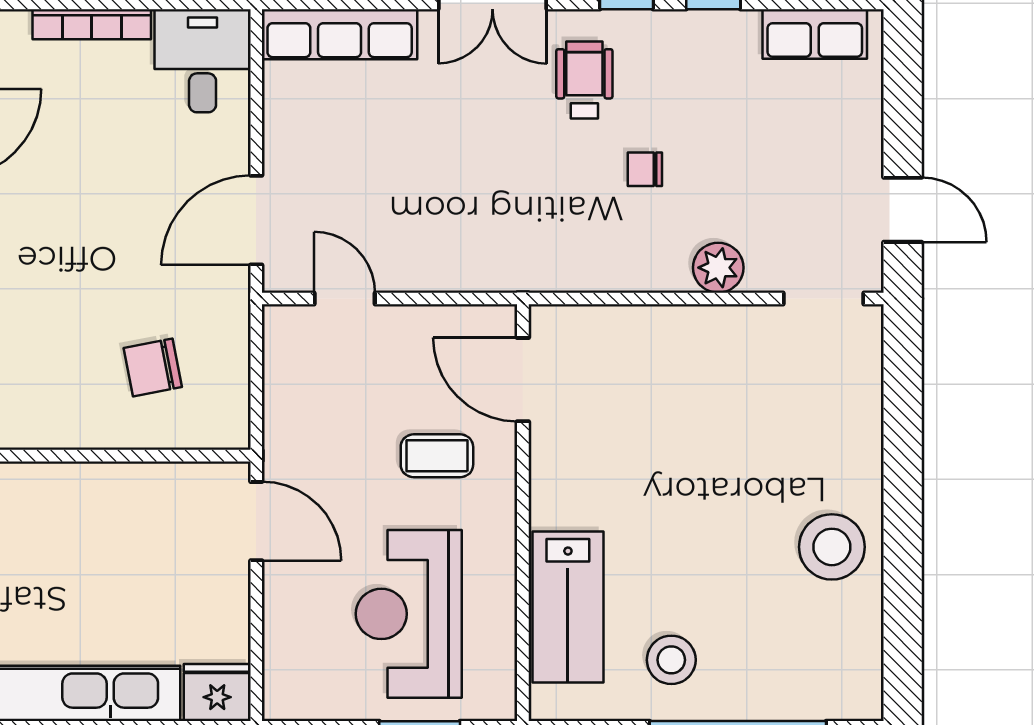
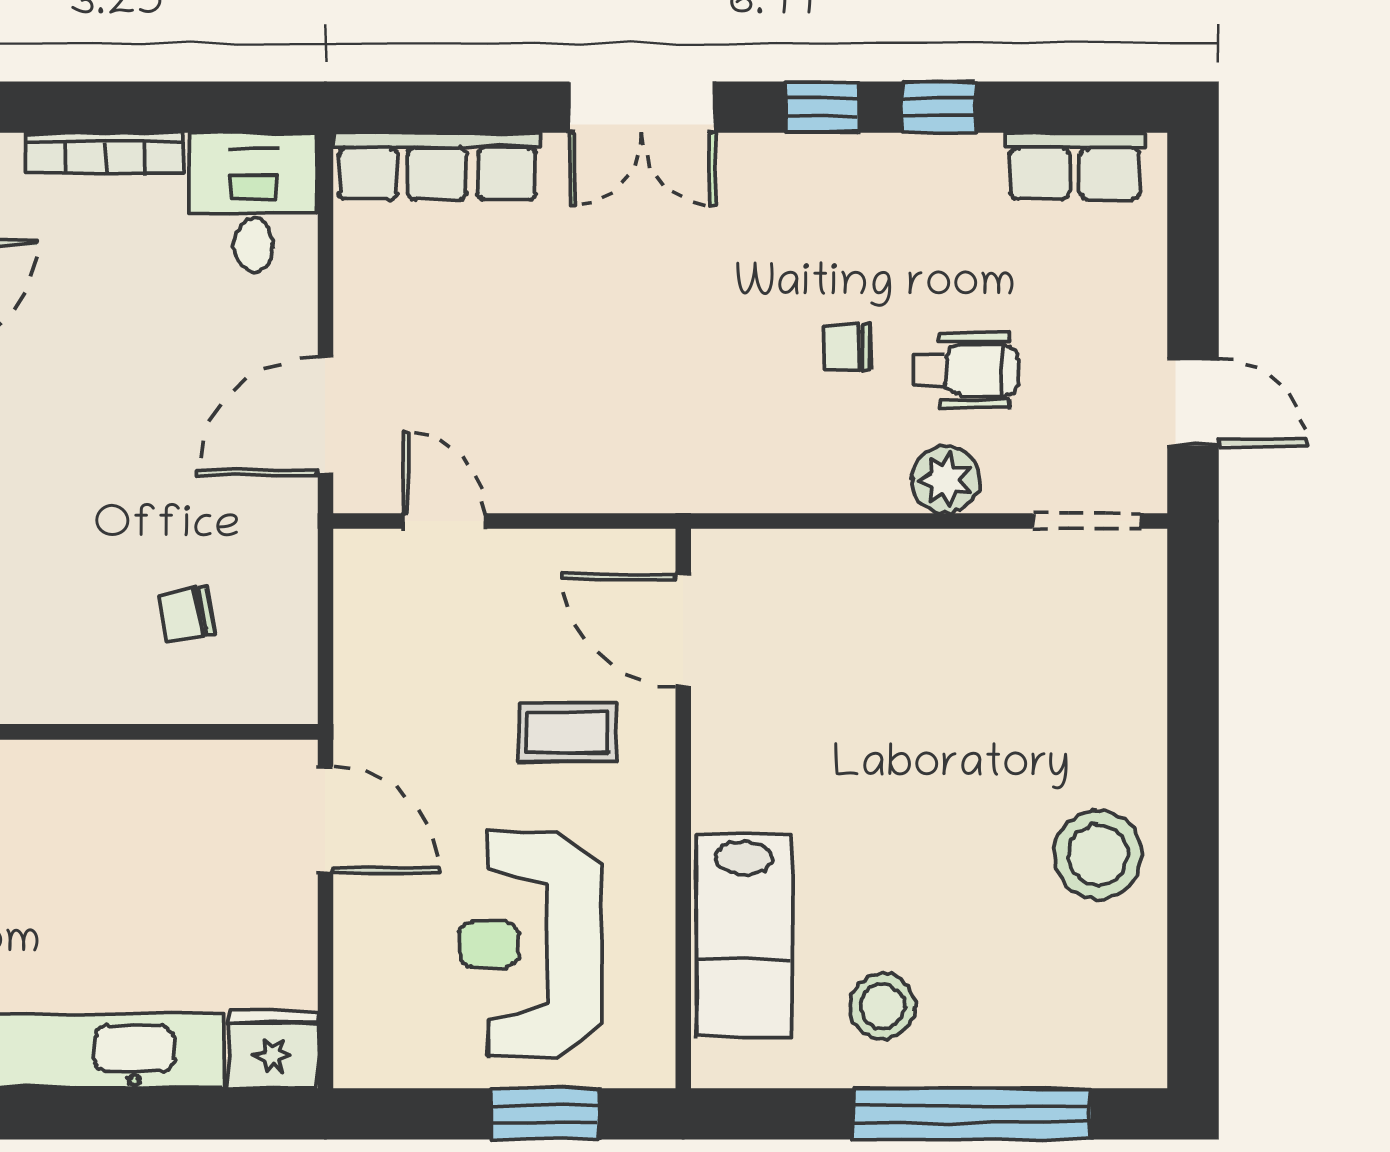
wheelchair: (584, 80) -> (966, 370), moved, turned 90
chair: (153, 367) -> (186, 614), width x0.73, depth x0.73

